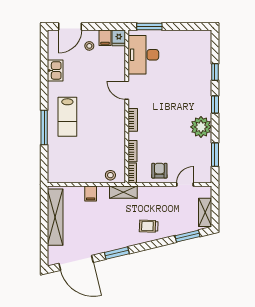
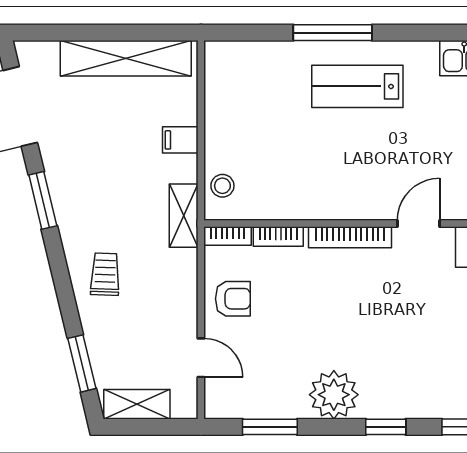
bookcase: (133, 120) -> (350, 237), width x1.56

